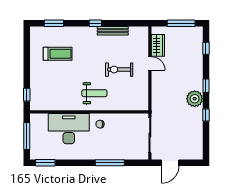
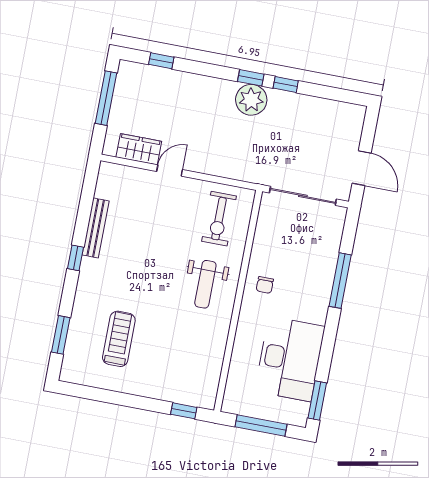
exercise bike: (119, 70) -> (219, 219), moved
window: (206, 86) -> (251, 78), moved
weight bench: (94, 93) -> (205, 284), turned 180
desk: (69, 129) -> (290, 359), moved, turned 180

